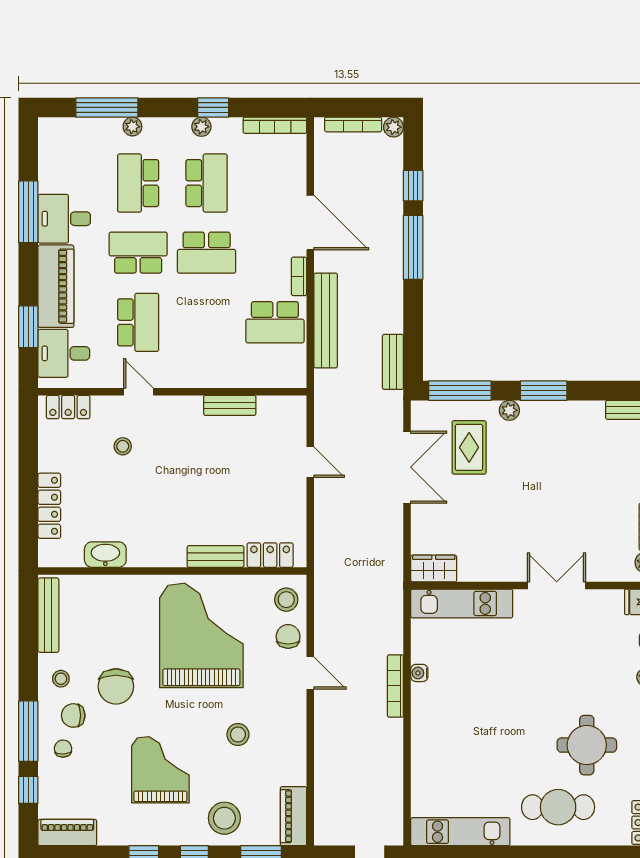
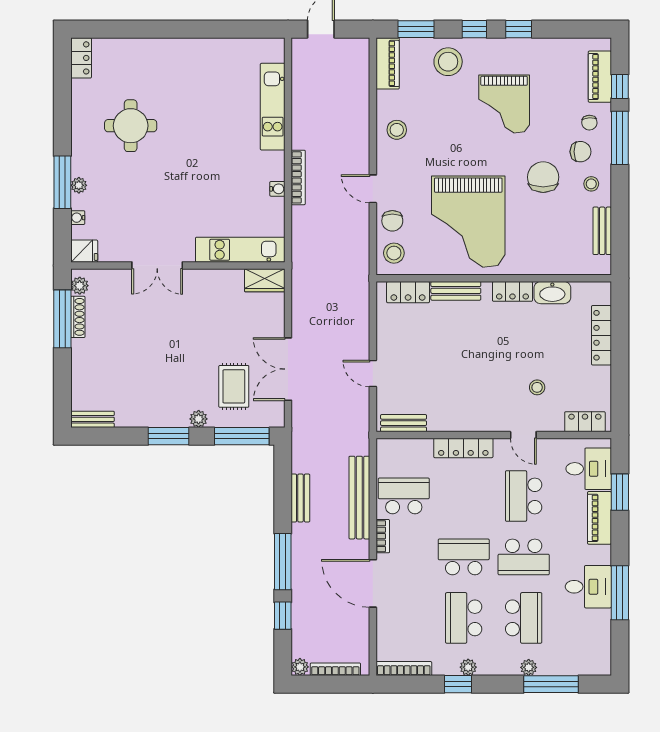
piano: (56, 286) -> (599, 518), width x0.73, depth x0.75
bench: (393, 362) -> (300, 498), moved
locker: (207, 377) -> (463, 448), added
bench: (230, 405) -> (404, 423), moved
locker: (151, 556) -> (512, 291), added
bench: (48, 615) -> (602, 231), width x0.73
stool: (238, 734) -> (397, 130), moved
cafe table: (558, 807) -> (156, 71), removed
kitchen unit: (460, 832) -> (273, 107), moved, turned 90
piano: (67, 833) -> (600, 77), moved, turned 90

